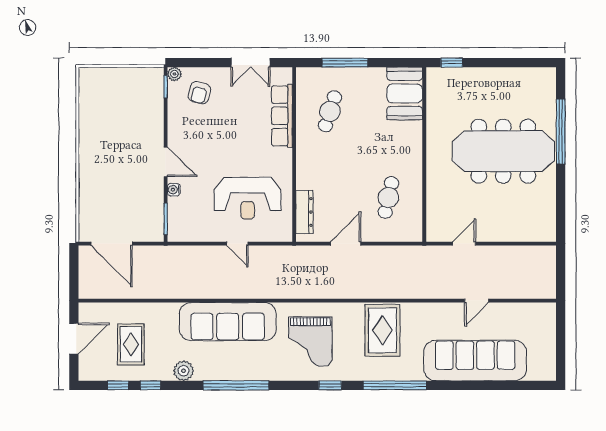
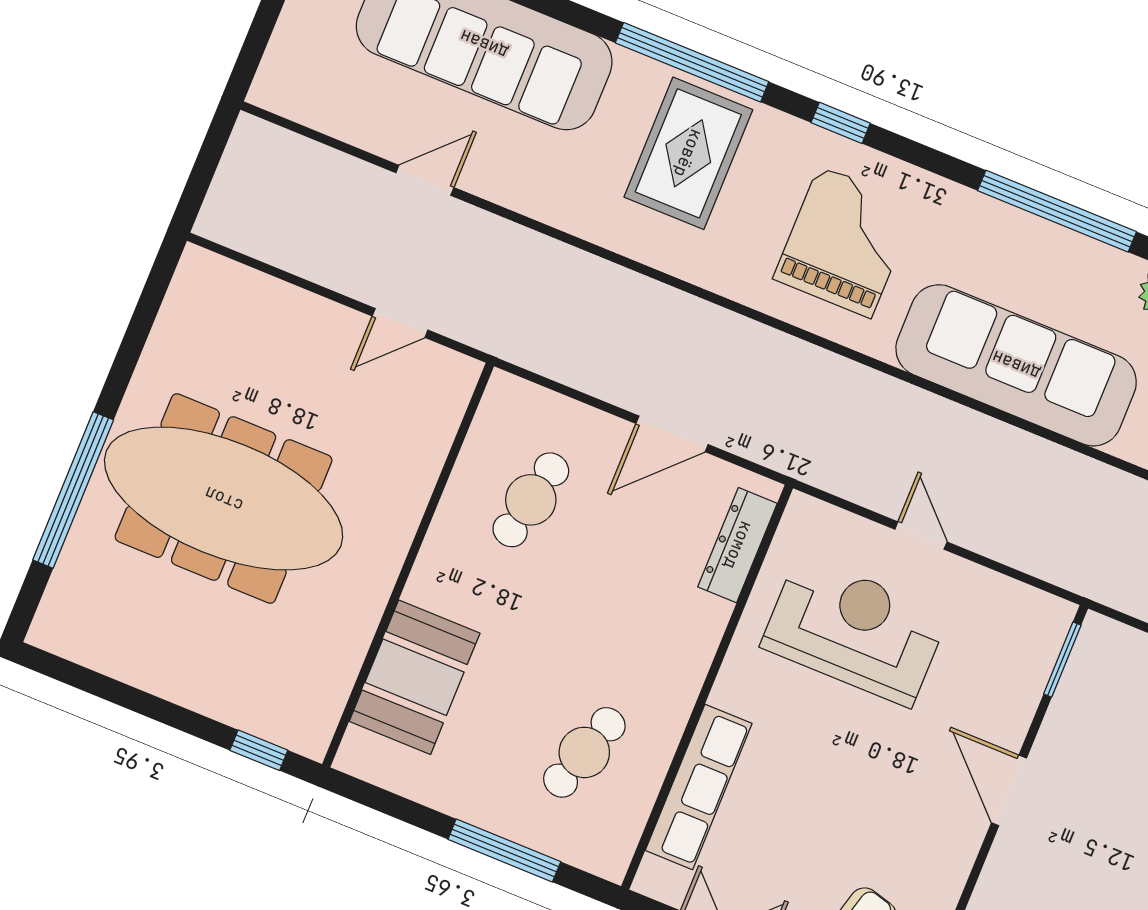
booth: (405, 93) -> (415, 677), moved
water cooler: (174, 190) -> (1016, 719), removed
rug: (382, 330) -> (688, 153), moved

